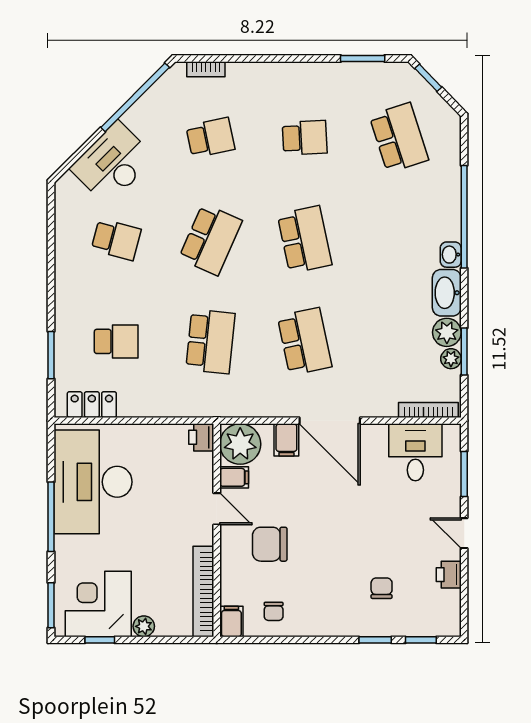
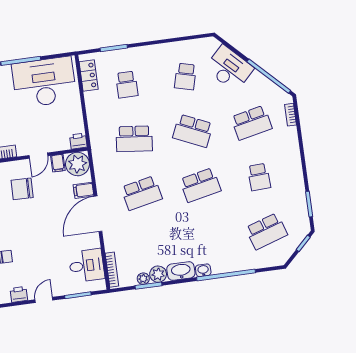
school desk: (210, 138) -> (252, 123), width x1.85
chair: (270, 544) -> (22, 189), turned -89

